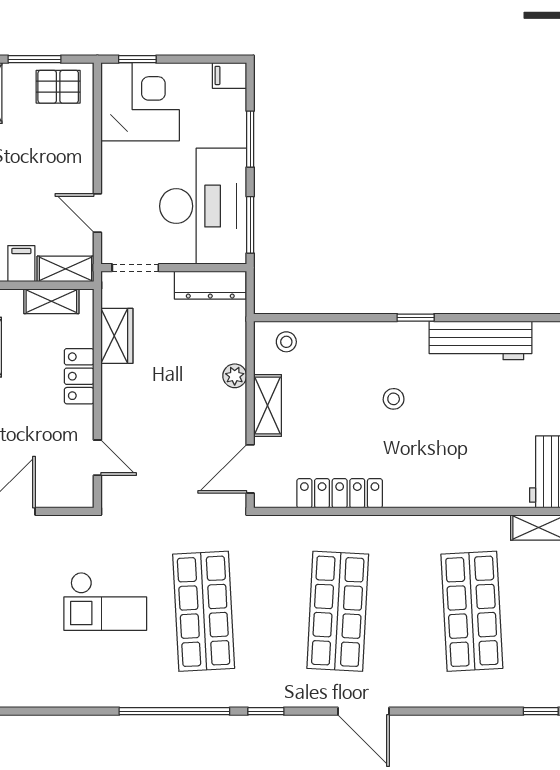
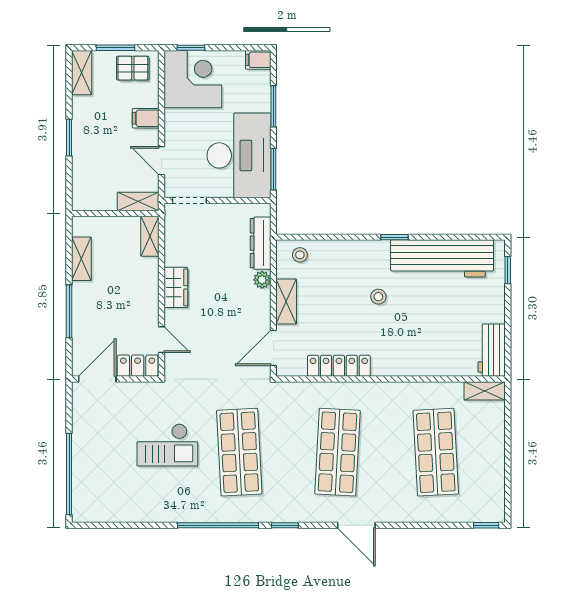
filing cabinet: (21, 264) -> (146, 118), moved, turned -90
dresser: (210, 285) -> (261, 243), moved, turned 90
shelving: (51, 301) -> (150, 236), moved, turned 90
wardrobe: (117, 336) -> (176, 287), moved
workbench: (480, 340) -> (442, 258), width x1.36, depth x1.32
locker: (79, 376) -> (138, 366), moved, turned 90

